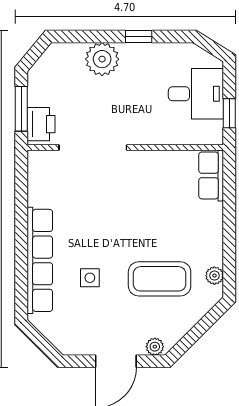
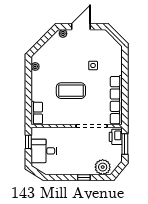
window: (139, 37) -> (84, 178), moved
plant: (102, 59) -> (103, 167), moved
row of seats: (40, 260) -> (116, 100), moved
coffee table: (160, 279) -> (71, 91), moved

